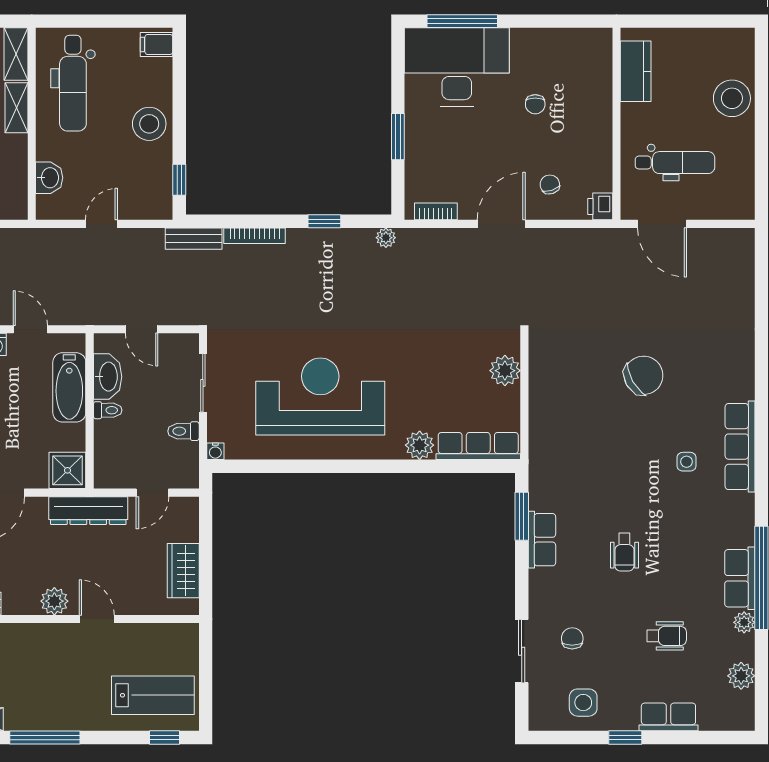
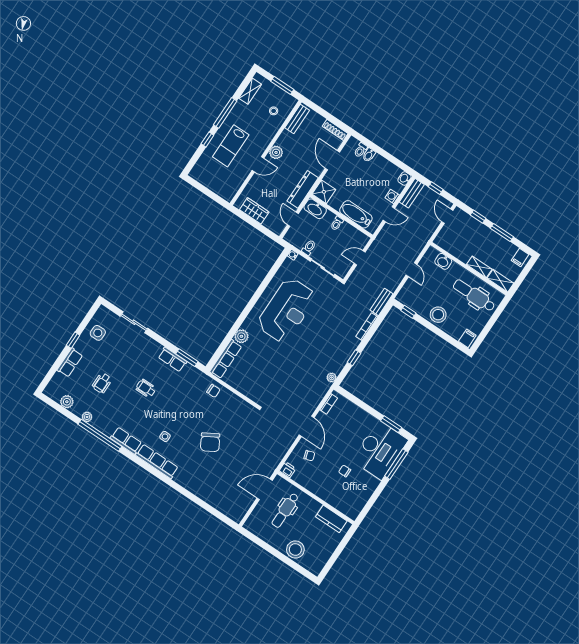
window: (398, 137) -> (391, 424), moved
plant: (505, 371) -> (248, 389), removed
washbasin: (108, 377) -> (315, 209), moved
row of seats: (740, 578) -> (126, 441), moved
chair: (572, 638) -> (213, 391), moved
lab bench: (153, 695) -> (231, 146), moved
window: (164, 738) -> (207, 139), moved

